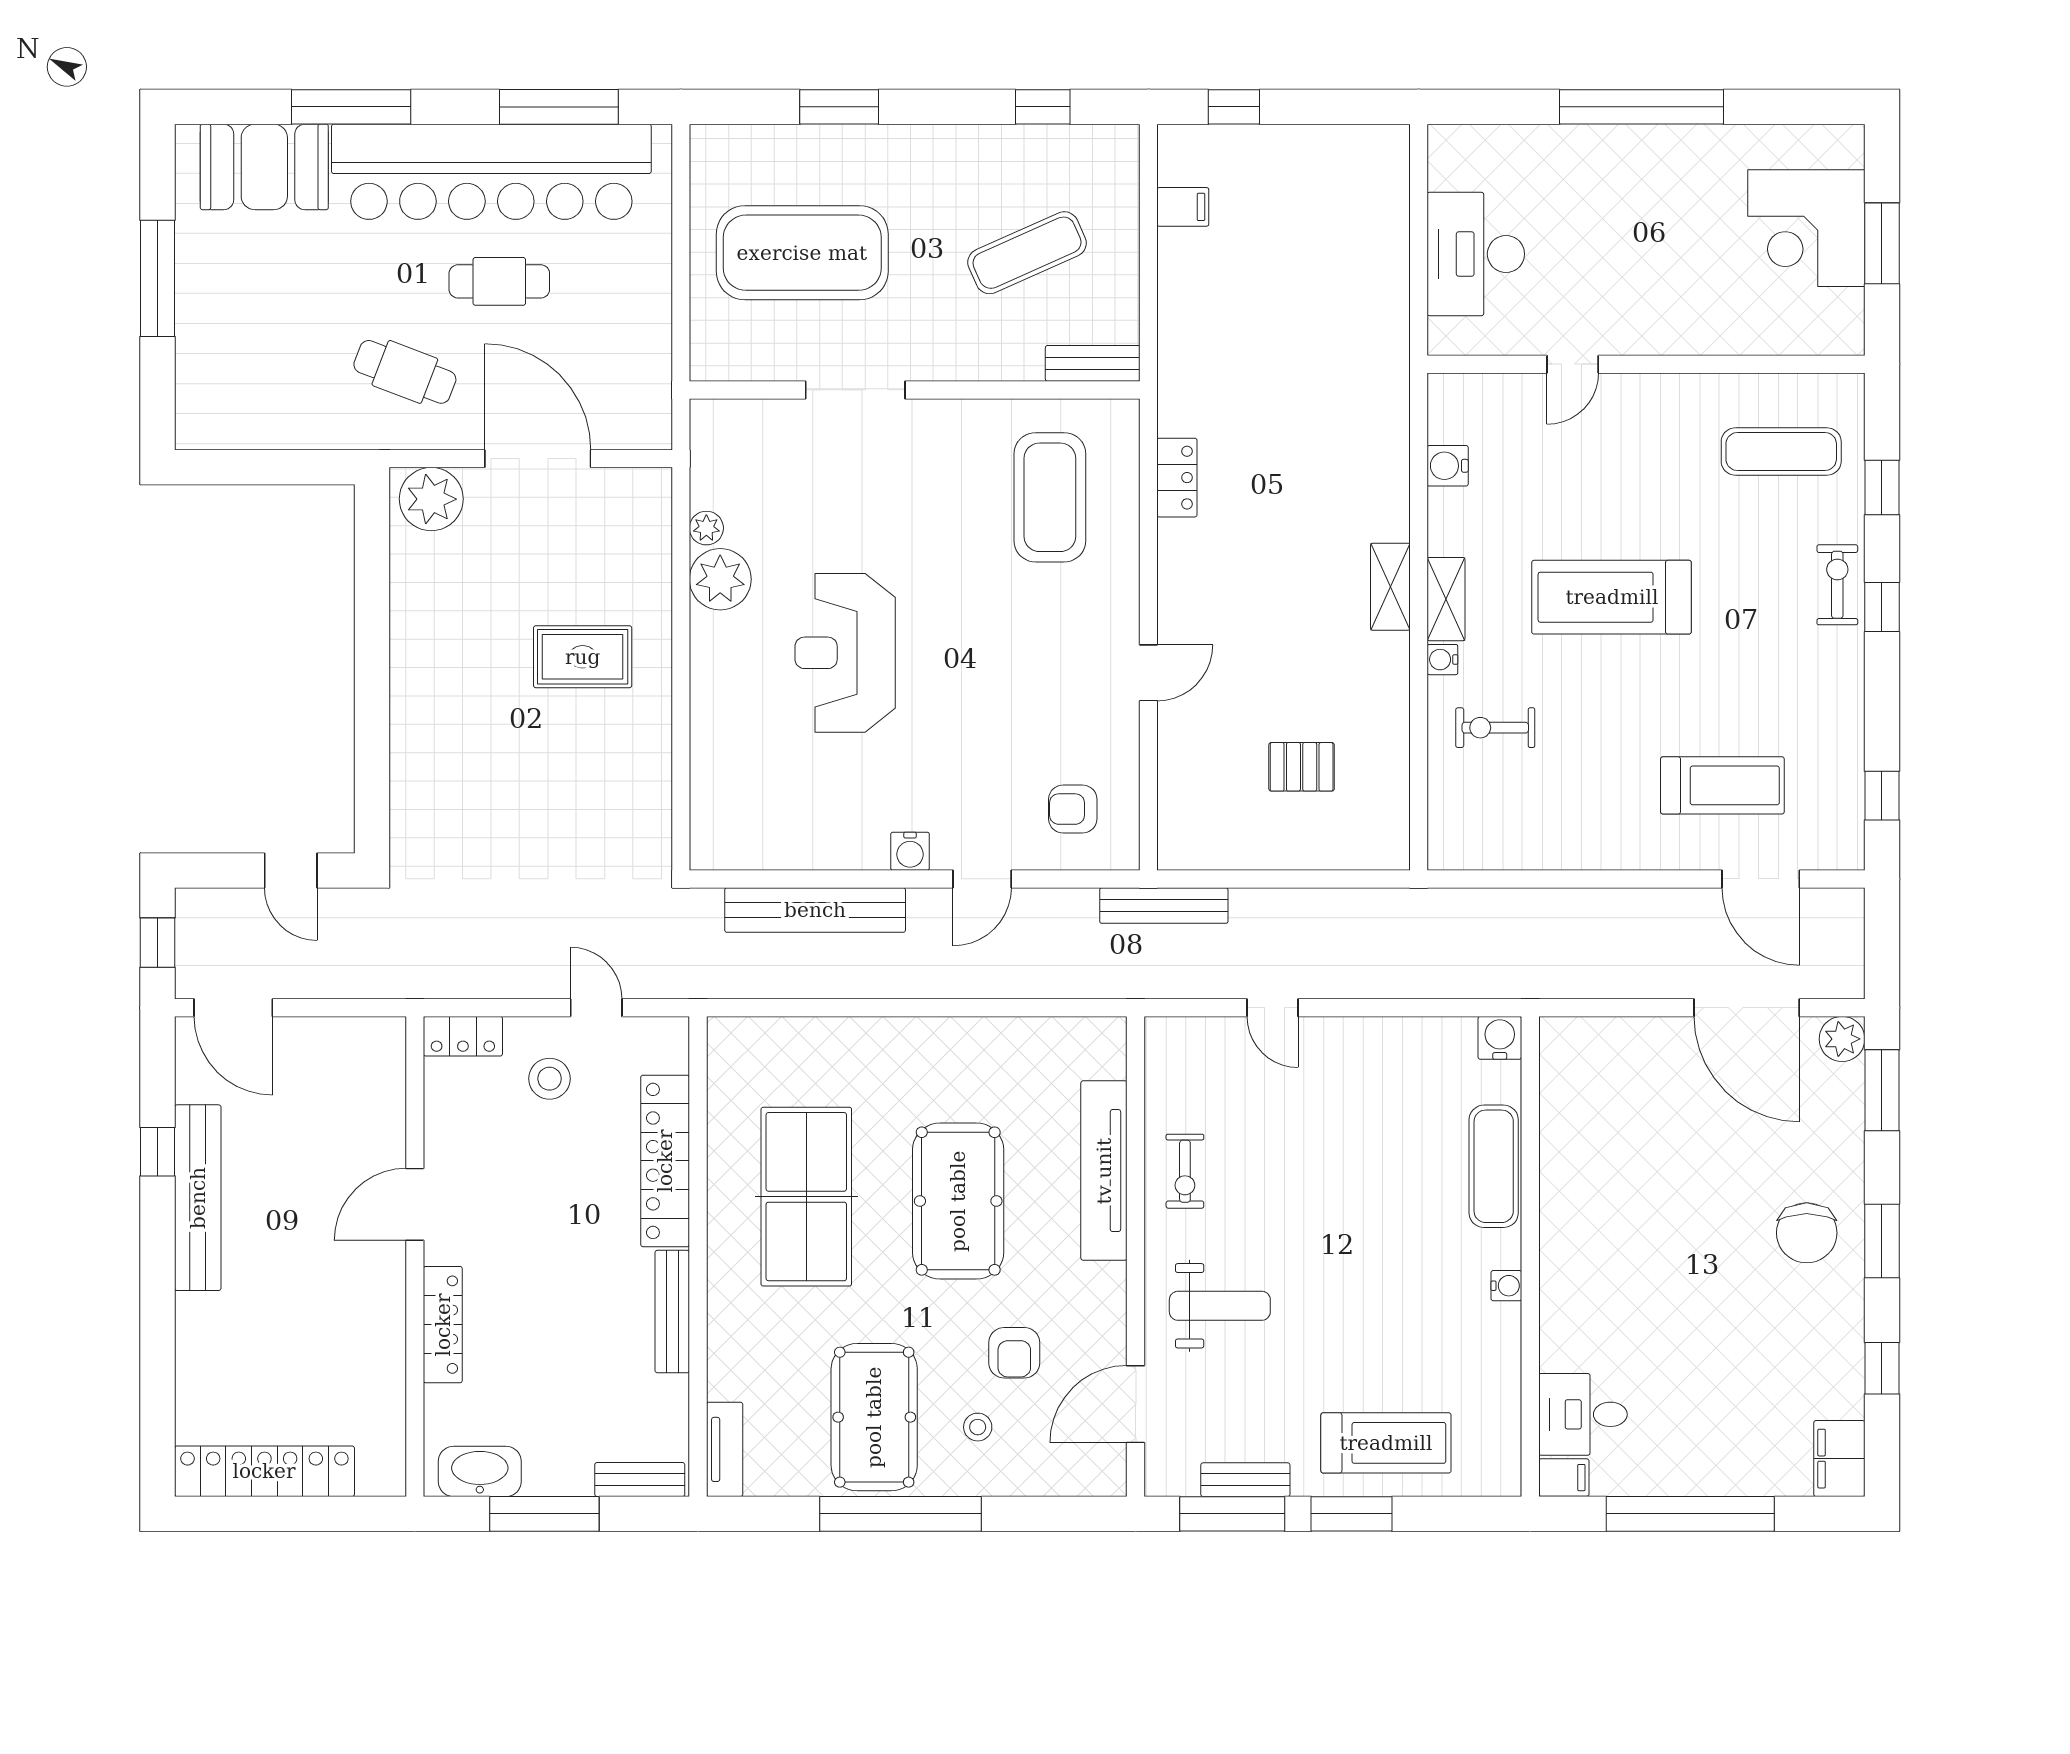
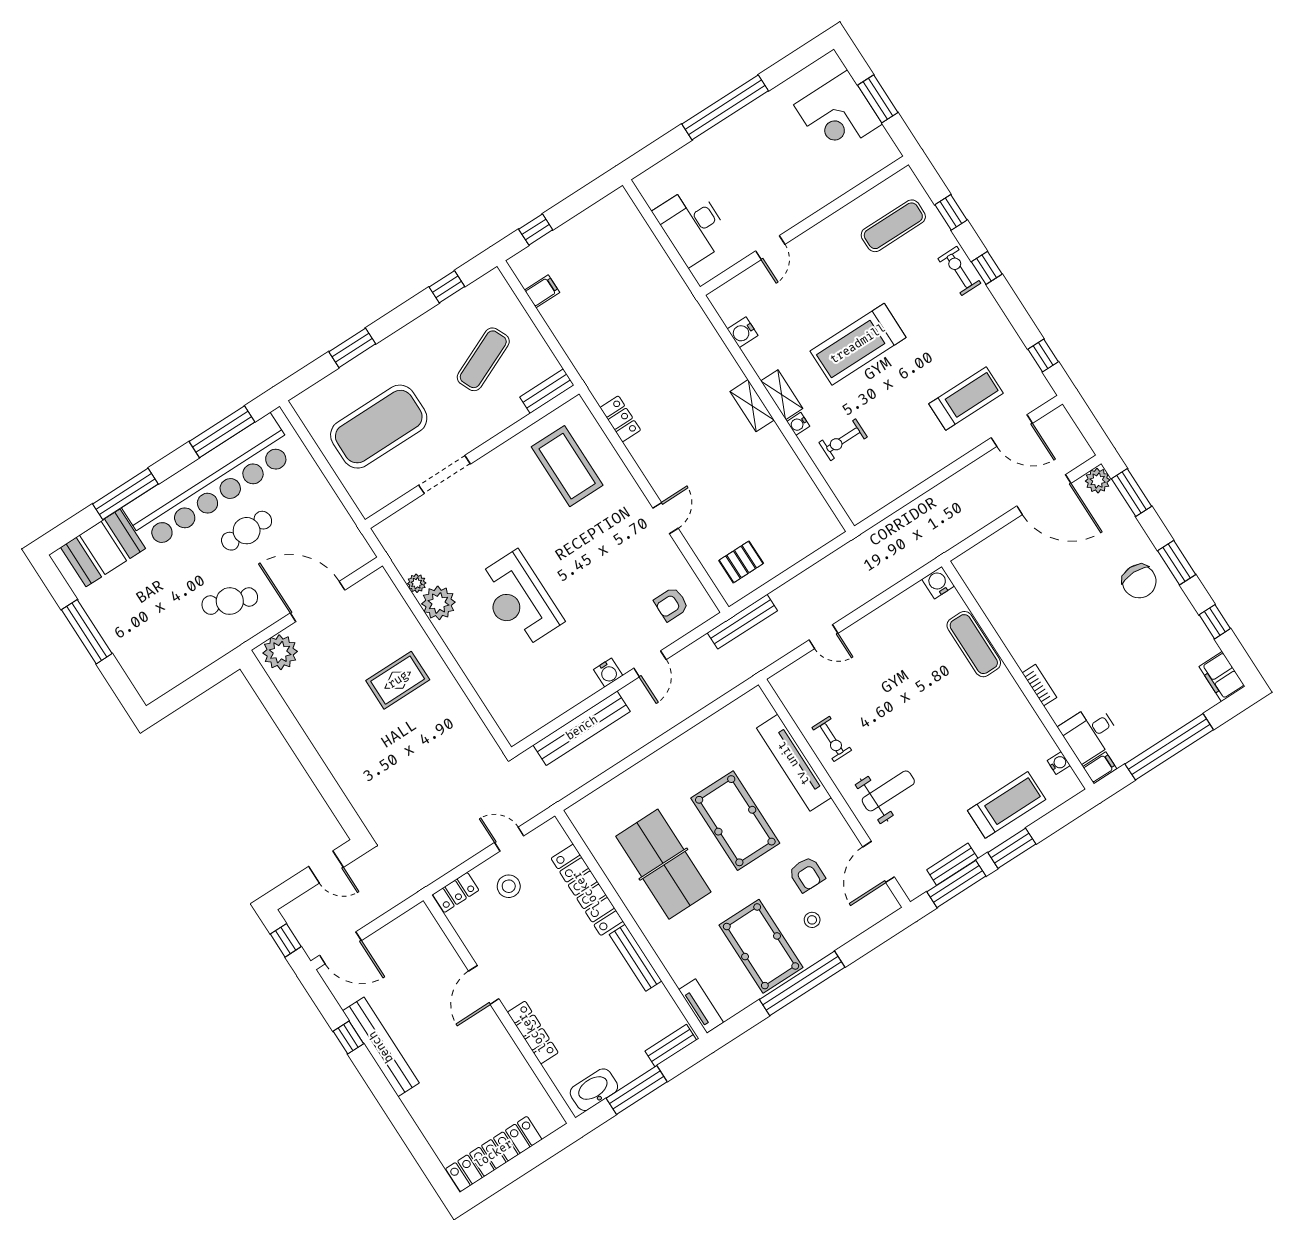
pallet: (1302, 767) -> (741, 562), moved
water cooler: (1506, 1286) -> (1059, 763), moved
bookcase: (1553, 1293) -> (1039, 685), added

